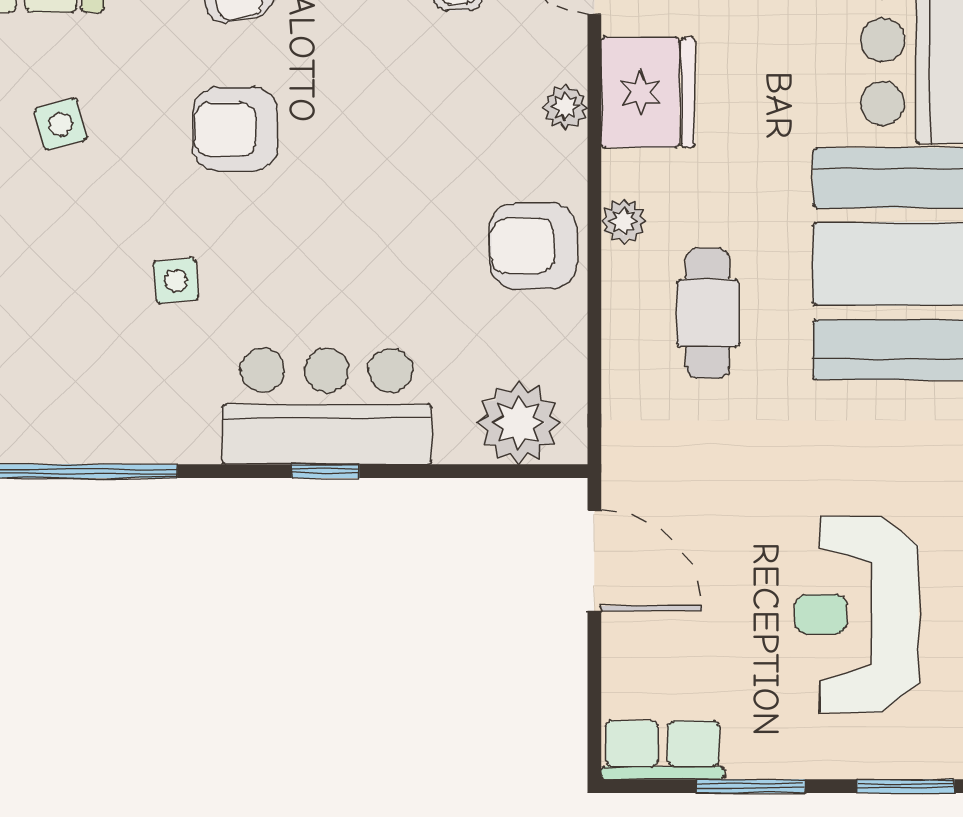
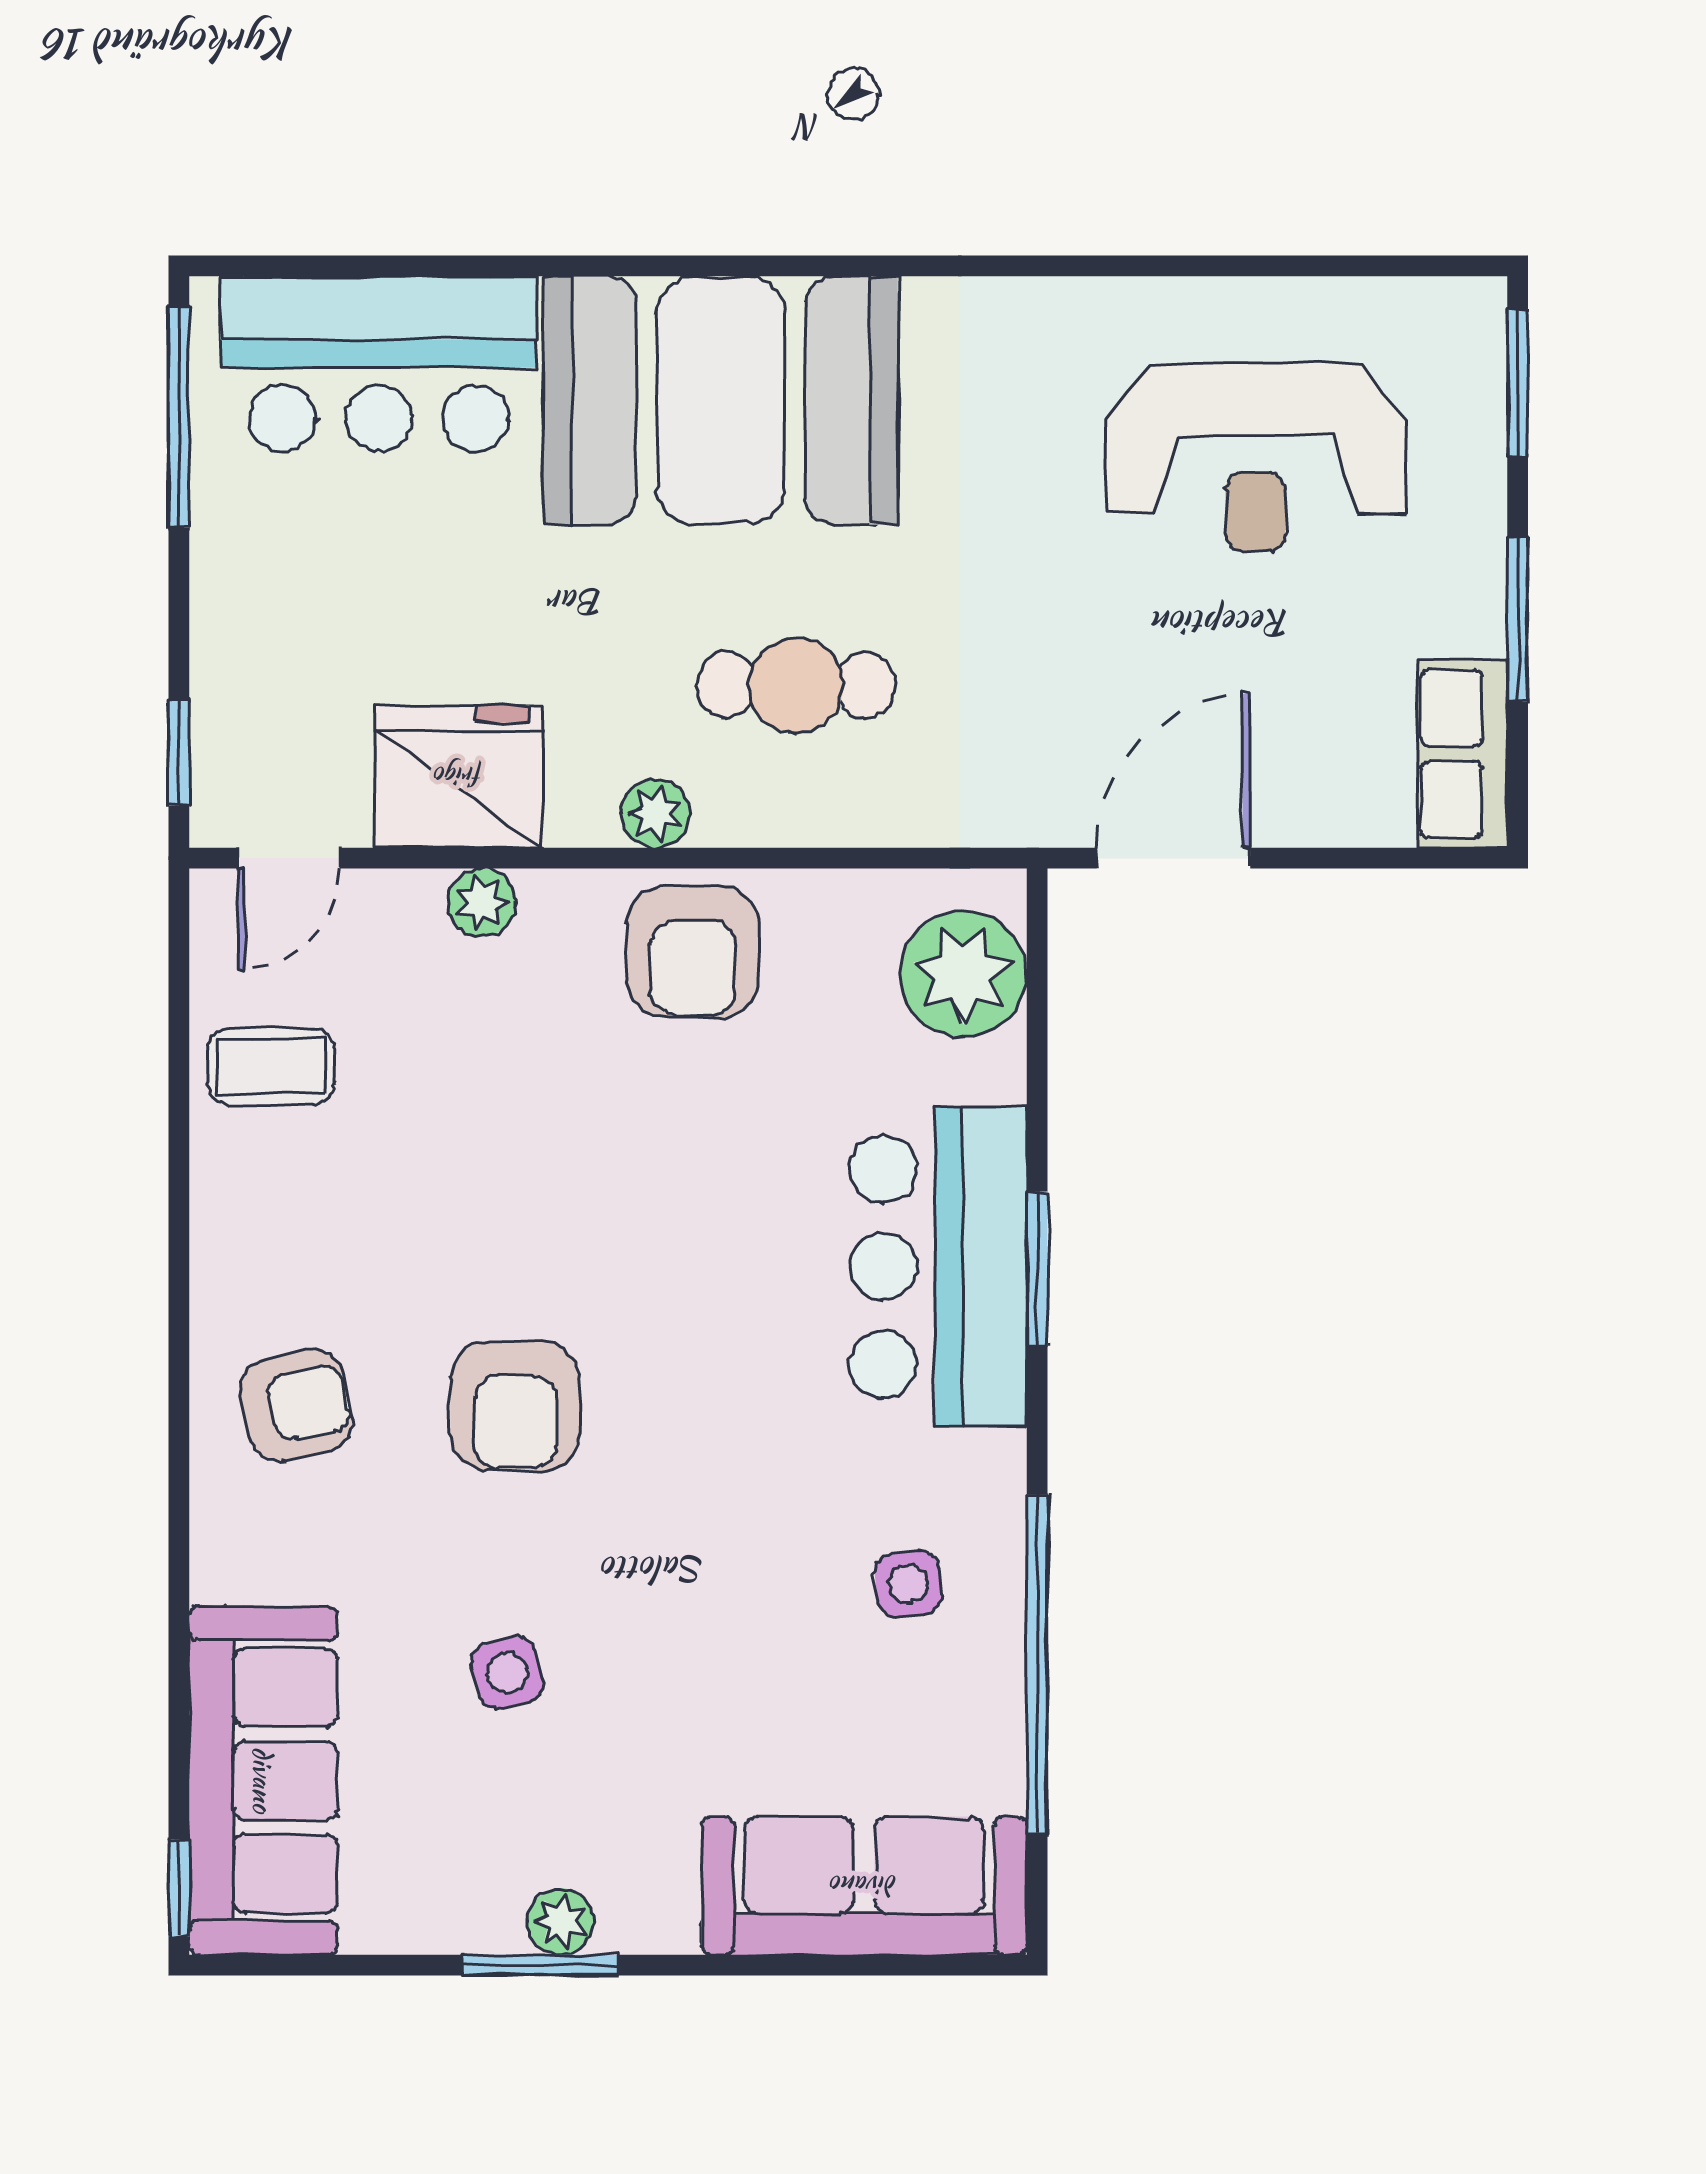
side table: (176, 281) -> (908, 1584), moved
window: (325, 471) -> (1037, 1268), width x1.50

